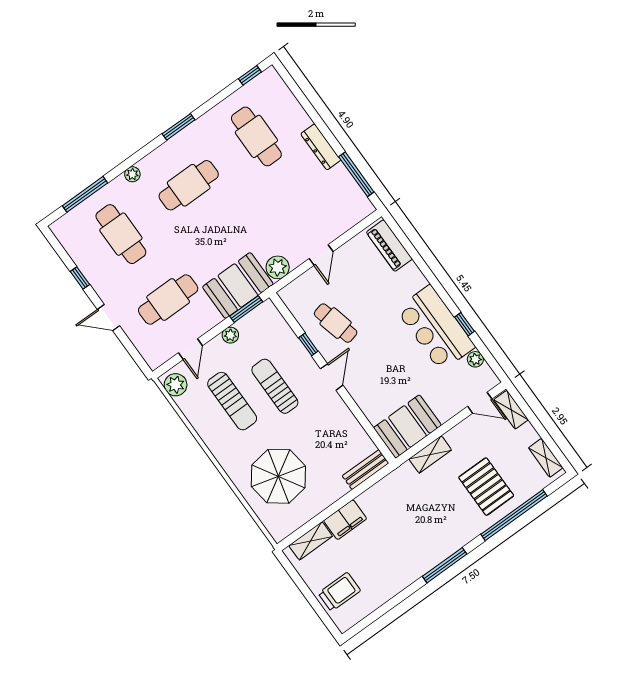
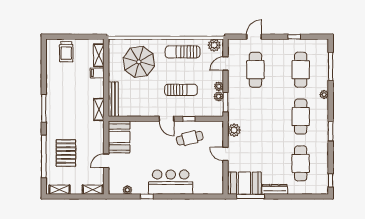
cafe table: (256, 136) -> (301, 163), turned 90
cafe table: (121, 234) -> (301, 70), turned 90
piano: (389, 246) -> (207, 188), removed
booth: (238, 285) -> (244, 183), moved, turned 90
door: (109, 318) -> (254, 37), moved
plant: (245, 325) -> (219, 96), added
bar counter: (436, 328) -> (171, 182), moved
door: (190, 349) -> (225, 64), hinge flipped
sun lounger: (232, 401) -> (183, 52), moved
door: (480, 403) -> (106, 161), moved
shelving: (430, 454) -> (99, 109), moved
bench: (366, 470) -> (113, 99), width x1.36
pallet: (486, 487) -> (66, 153), turned 90
filing cabinet: (345, 520) -> (97, 73), width x0.50

